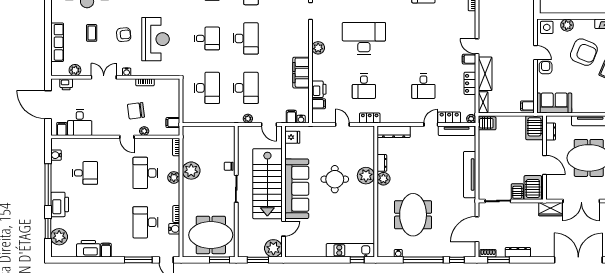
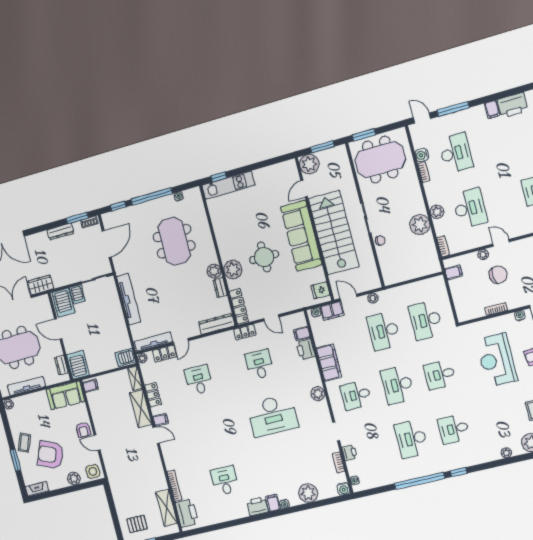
desk: (285, 38) -> (356, 395), added
filing cabinet: (291, 117) -> (332, 311), width x2.00
locker: (369, 142) -> (239, 306), added

